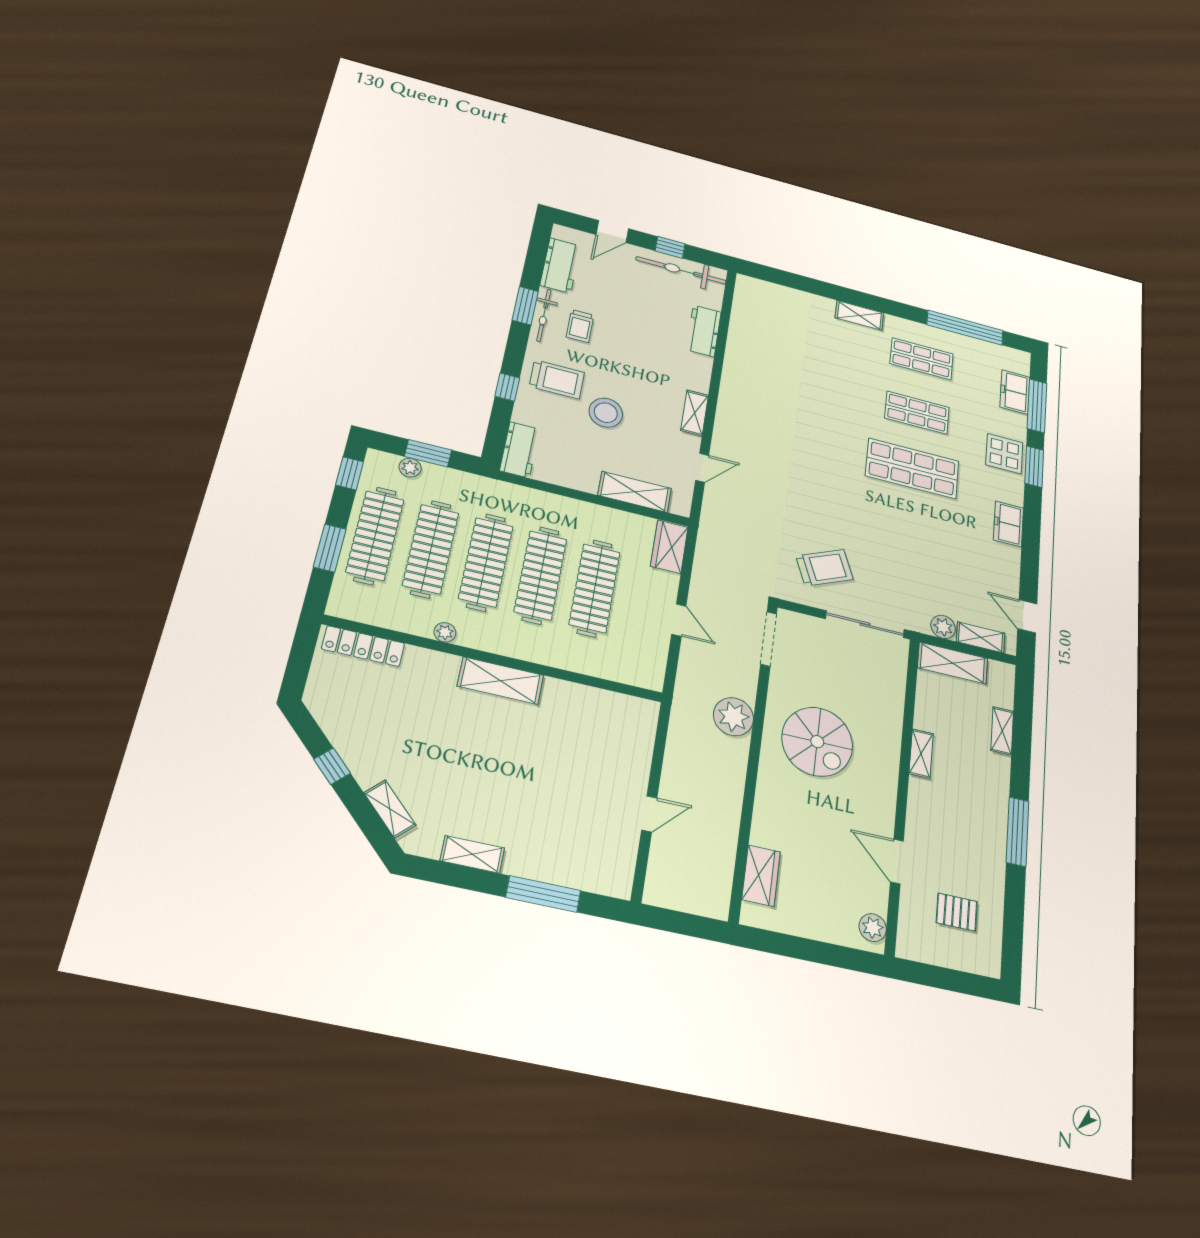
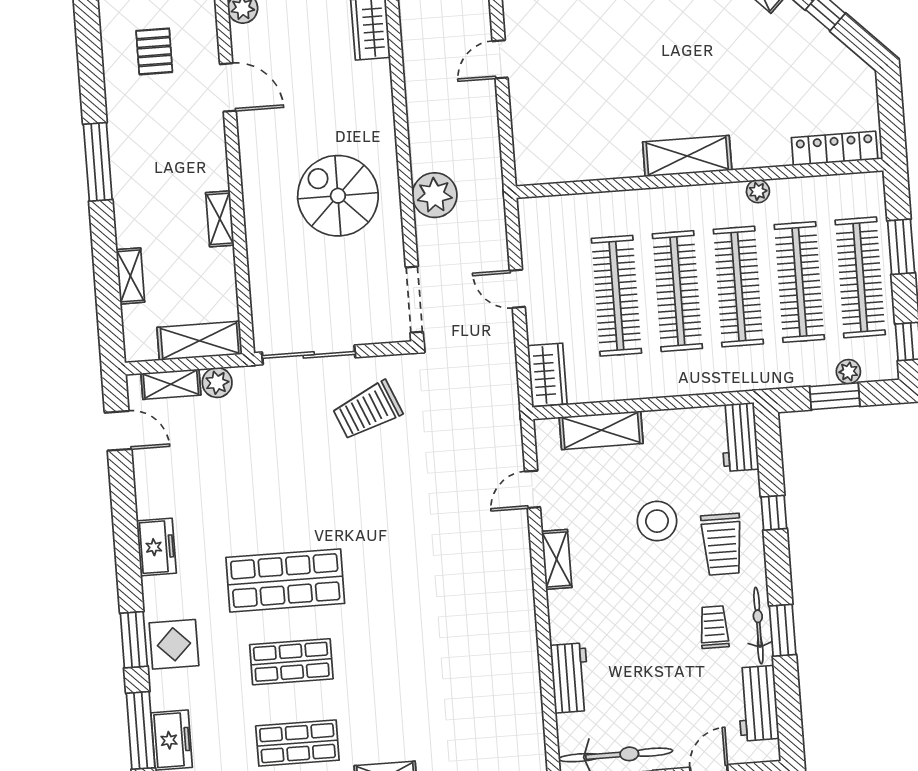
trolley: (557, 379) -> (722, 544), turned -90
pallet: (957, 912) -> (154, 51), turned 90

